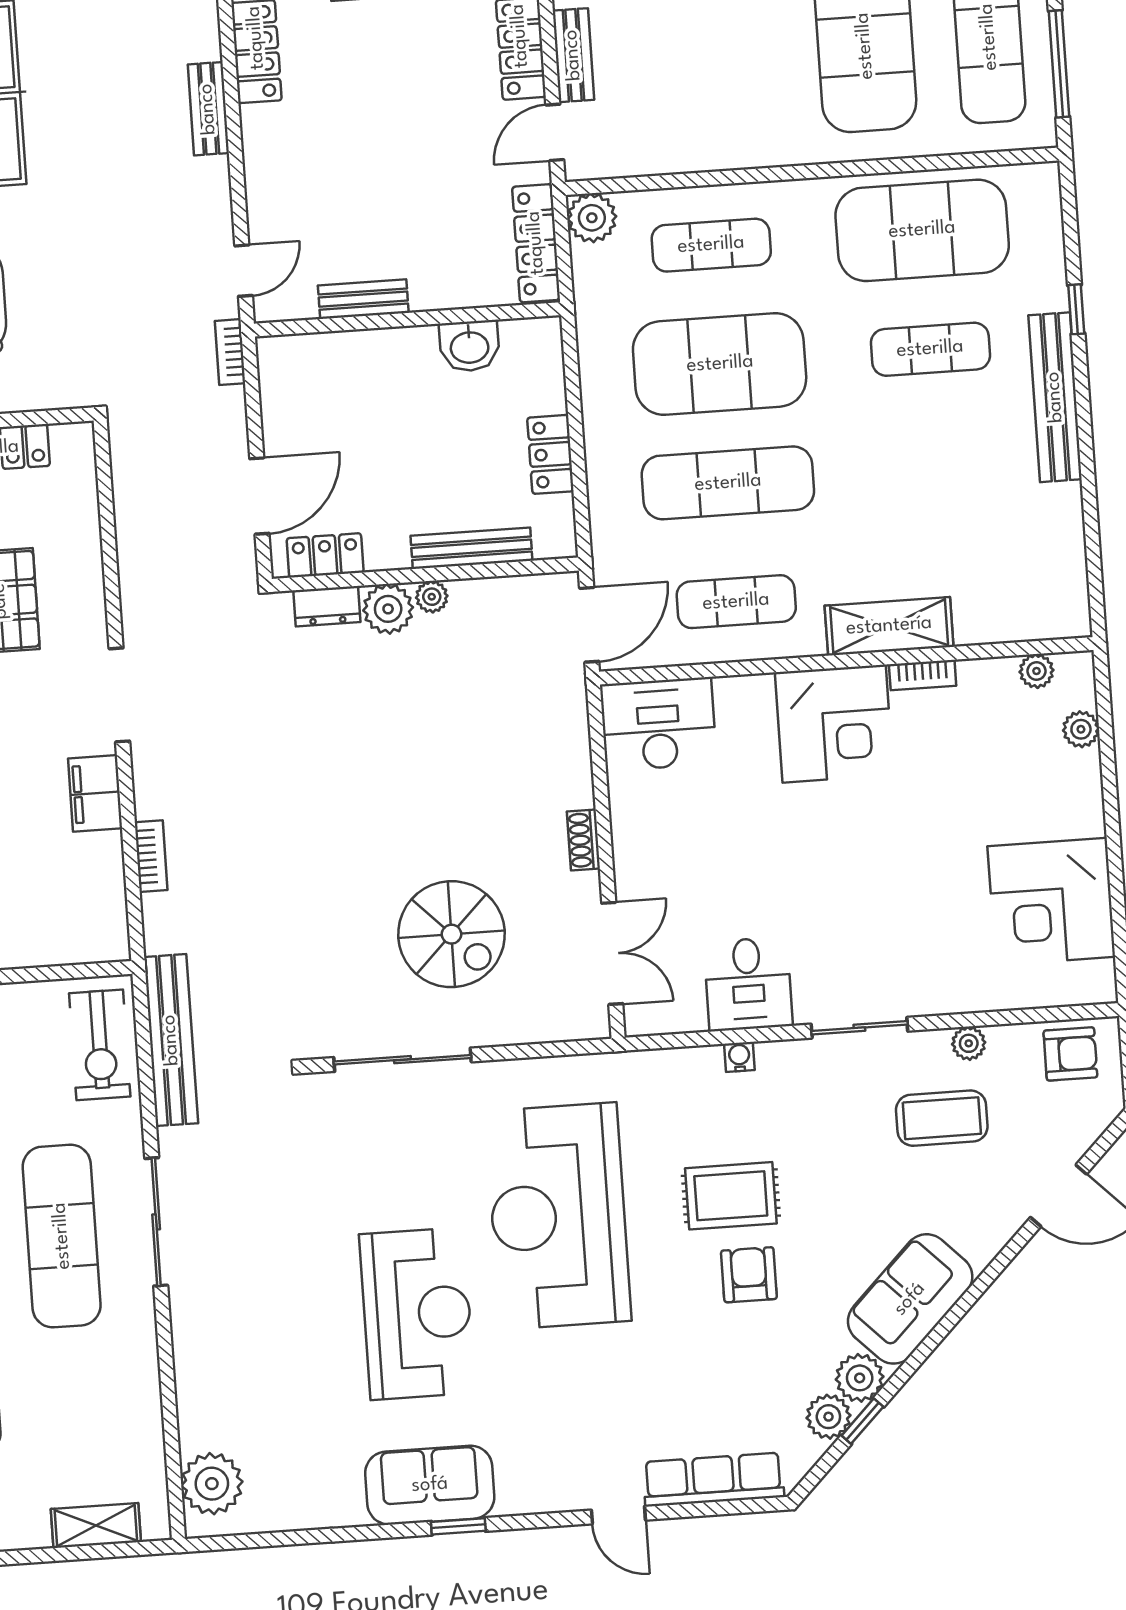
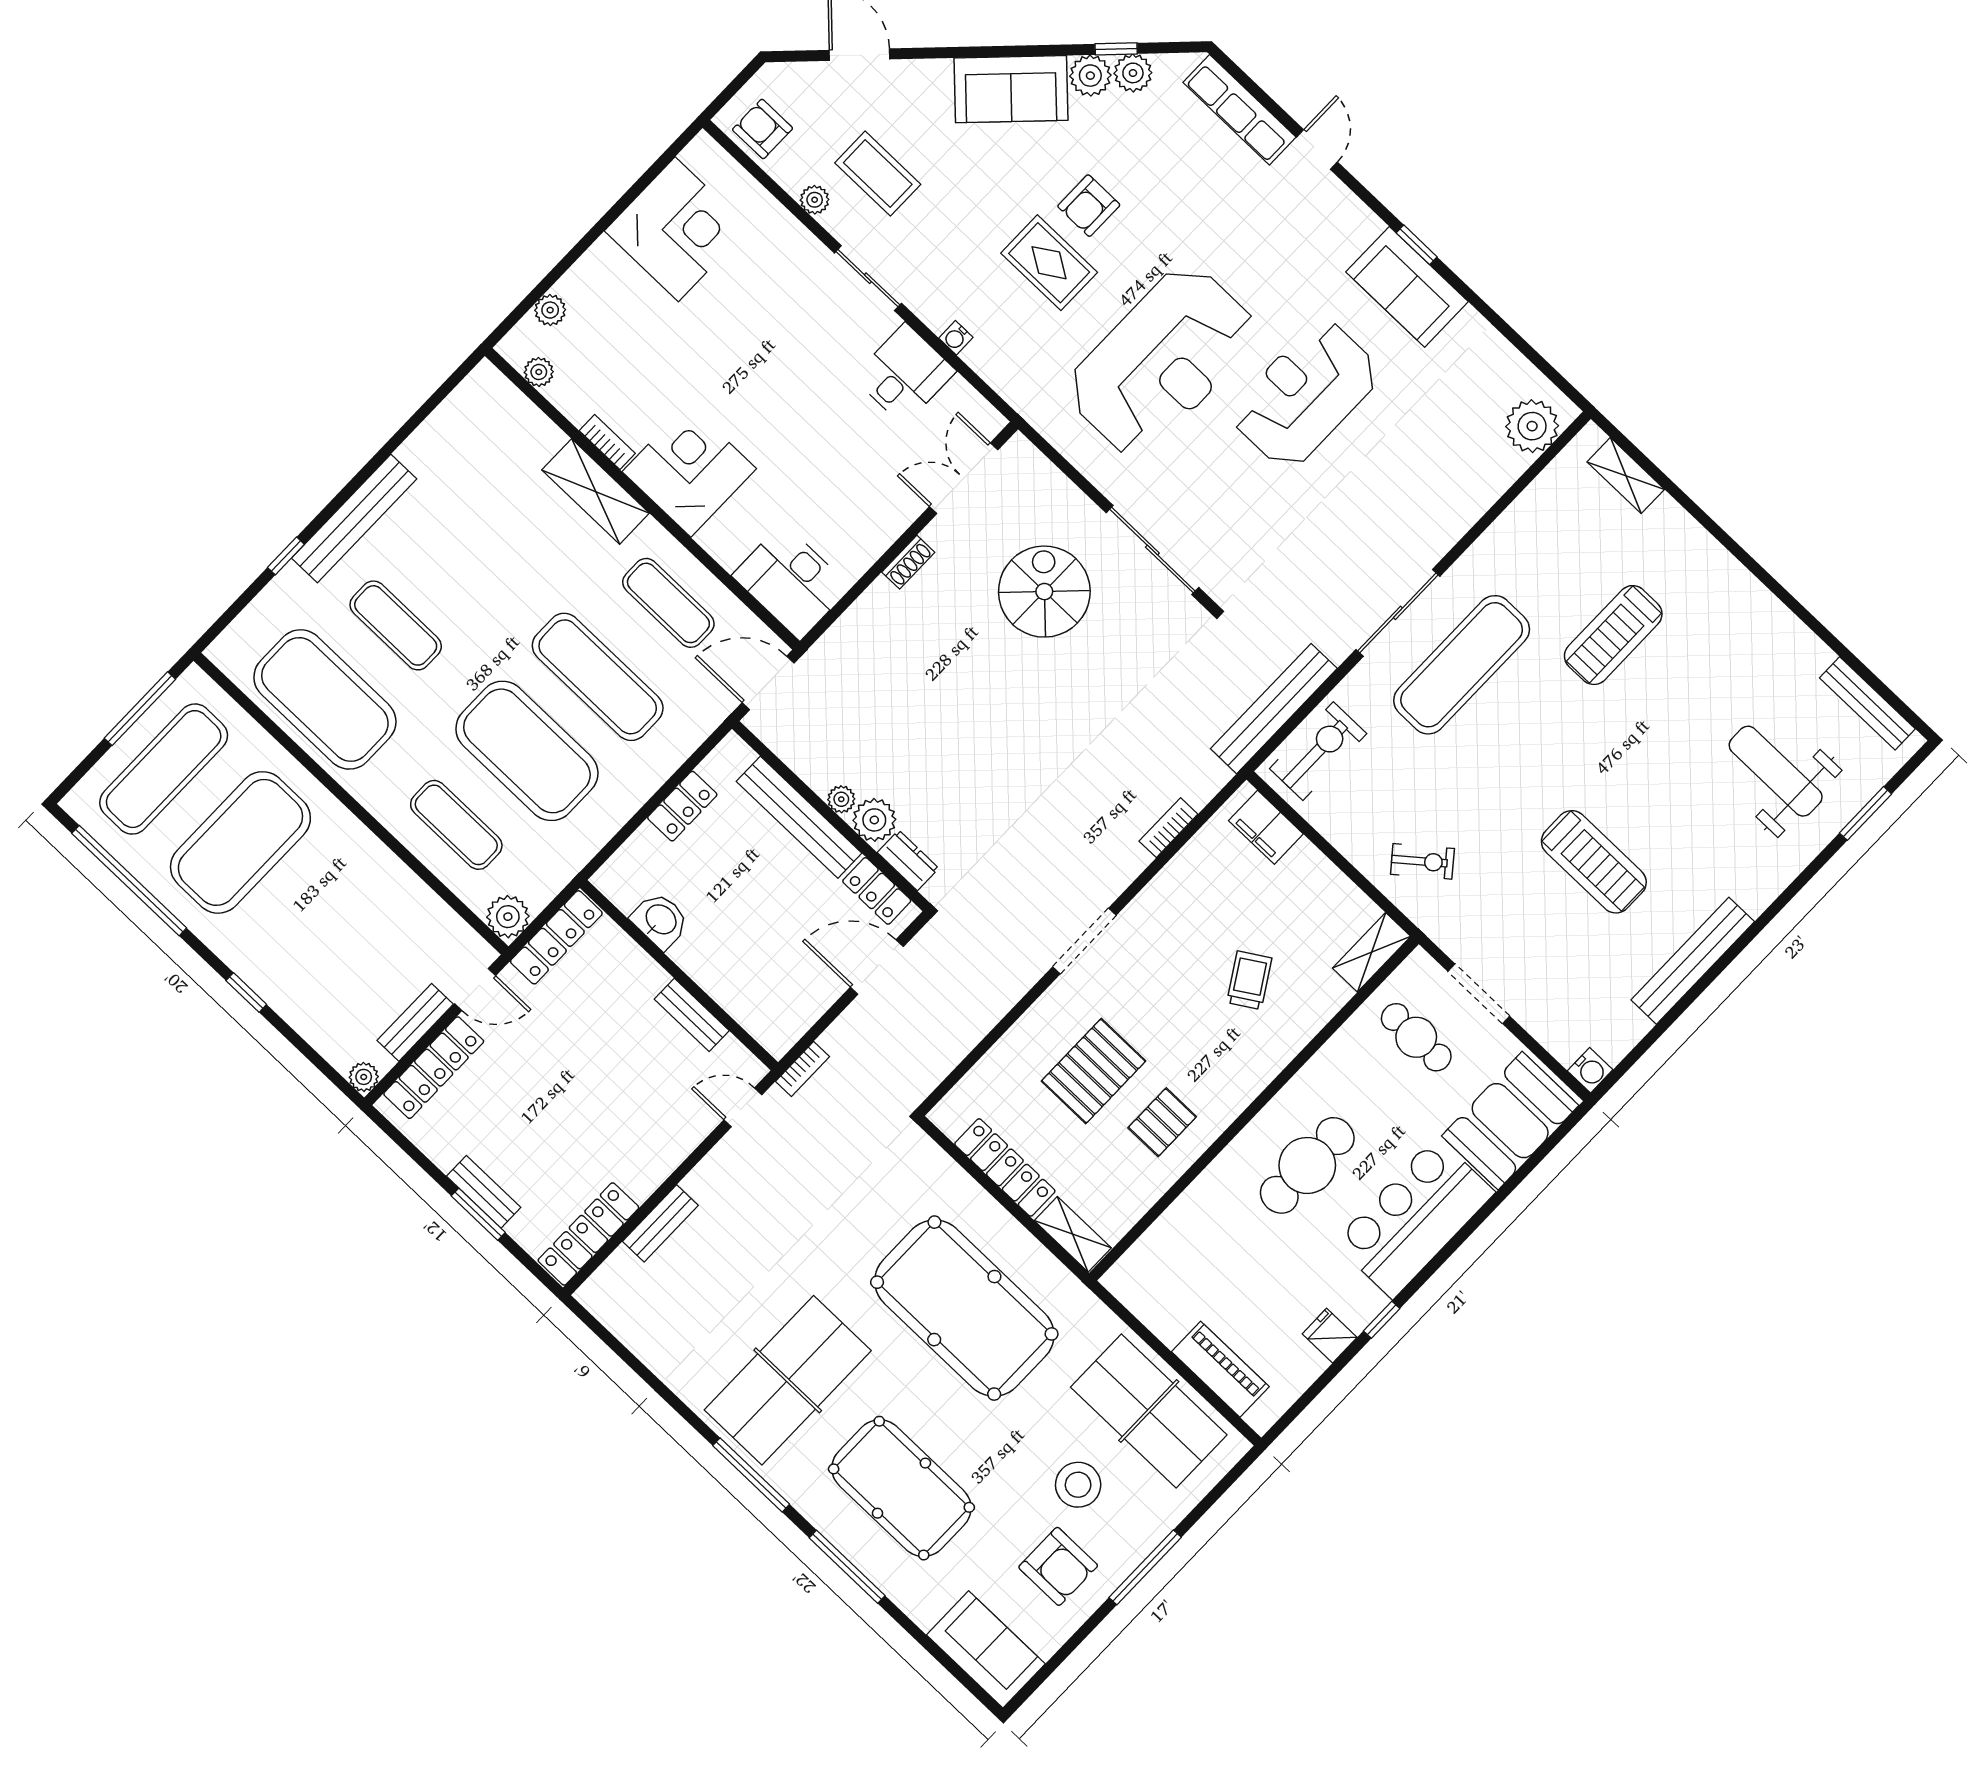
bench: (471, 548) -> (799, 817), width x1.37, depth x1.21
filing cabinet: (95, 793) -> (1266, 827), moved, turned 90

